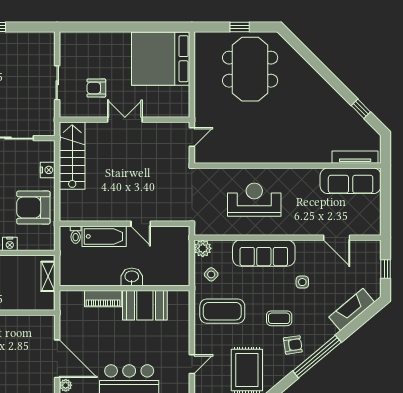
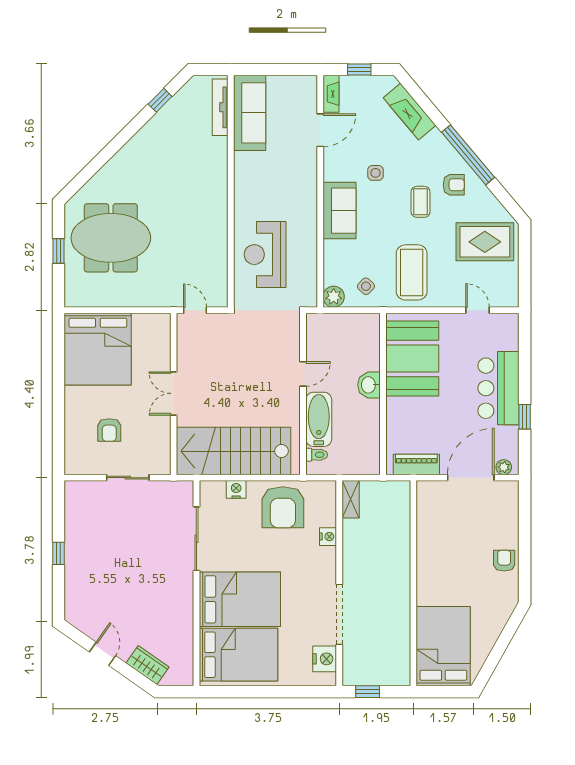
armchair: (96, 88) -> (109, 430), moved
stairs: (72, 156) -> (234, 451), width x1.36, depth x1.51
reception desk: (254, 200) -> (265, 255), moved
fireplace: (366, 246) -> (331, 94), added
sofa: (264, 253) -> (339, 211), width x0.73
shelving: (48, 276) -> (351, 499), moved, turned 90
piano: (103, 299) -> (416, 464), moved, turned -90
booth: (145, 305) -> (412, 359), width x1.36, depth x1.42
armchair: (293, 345) -> (454, 185), turned 98

